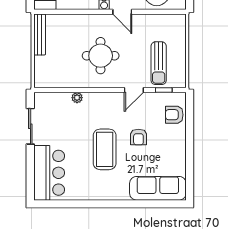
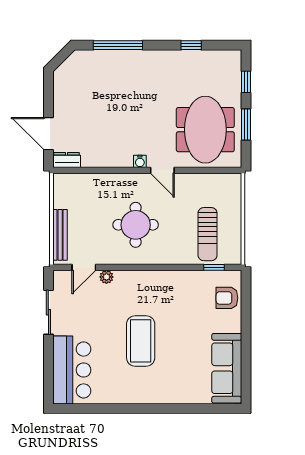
bench: (40, 34) -> (60, 235), moved
door: (134, 90) -> (84, 267), moved
armchair: (138, 137) -> (183, 326), removed
sofa: (158, 188) -> (227, 368), moved, turned -90

